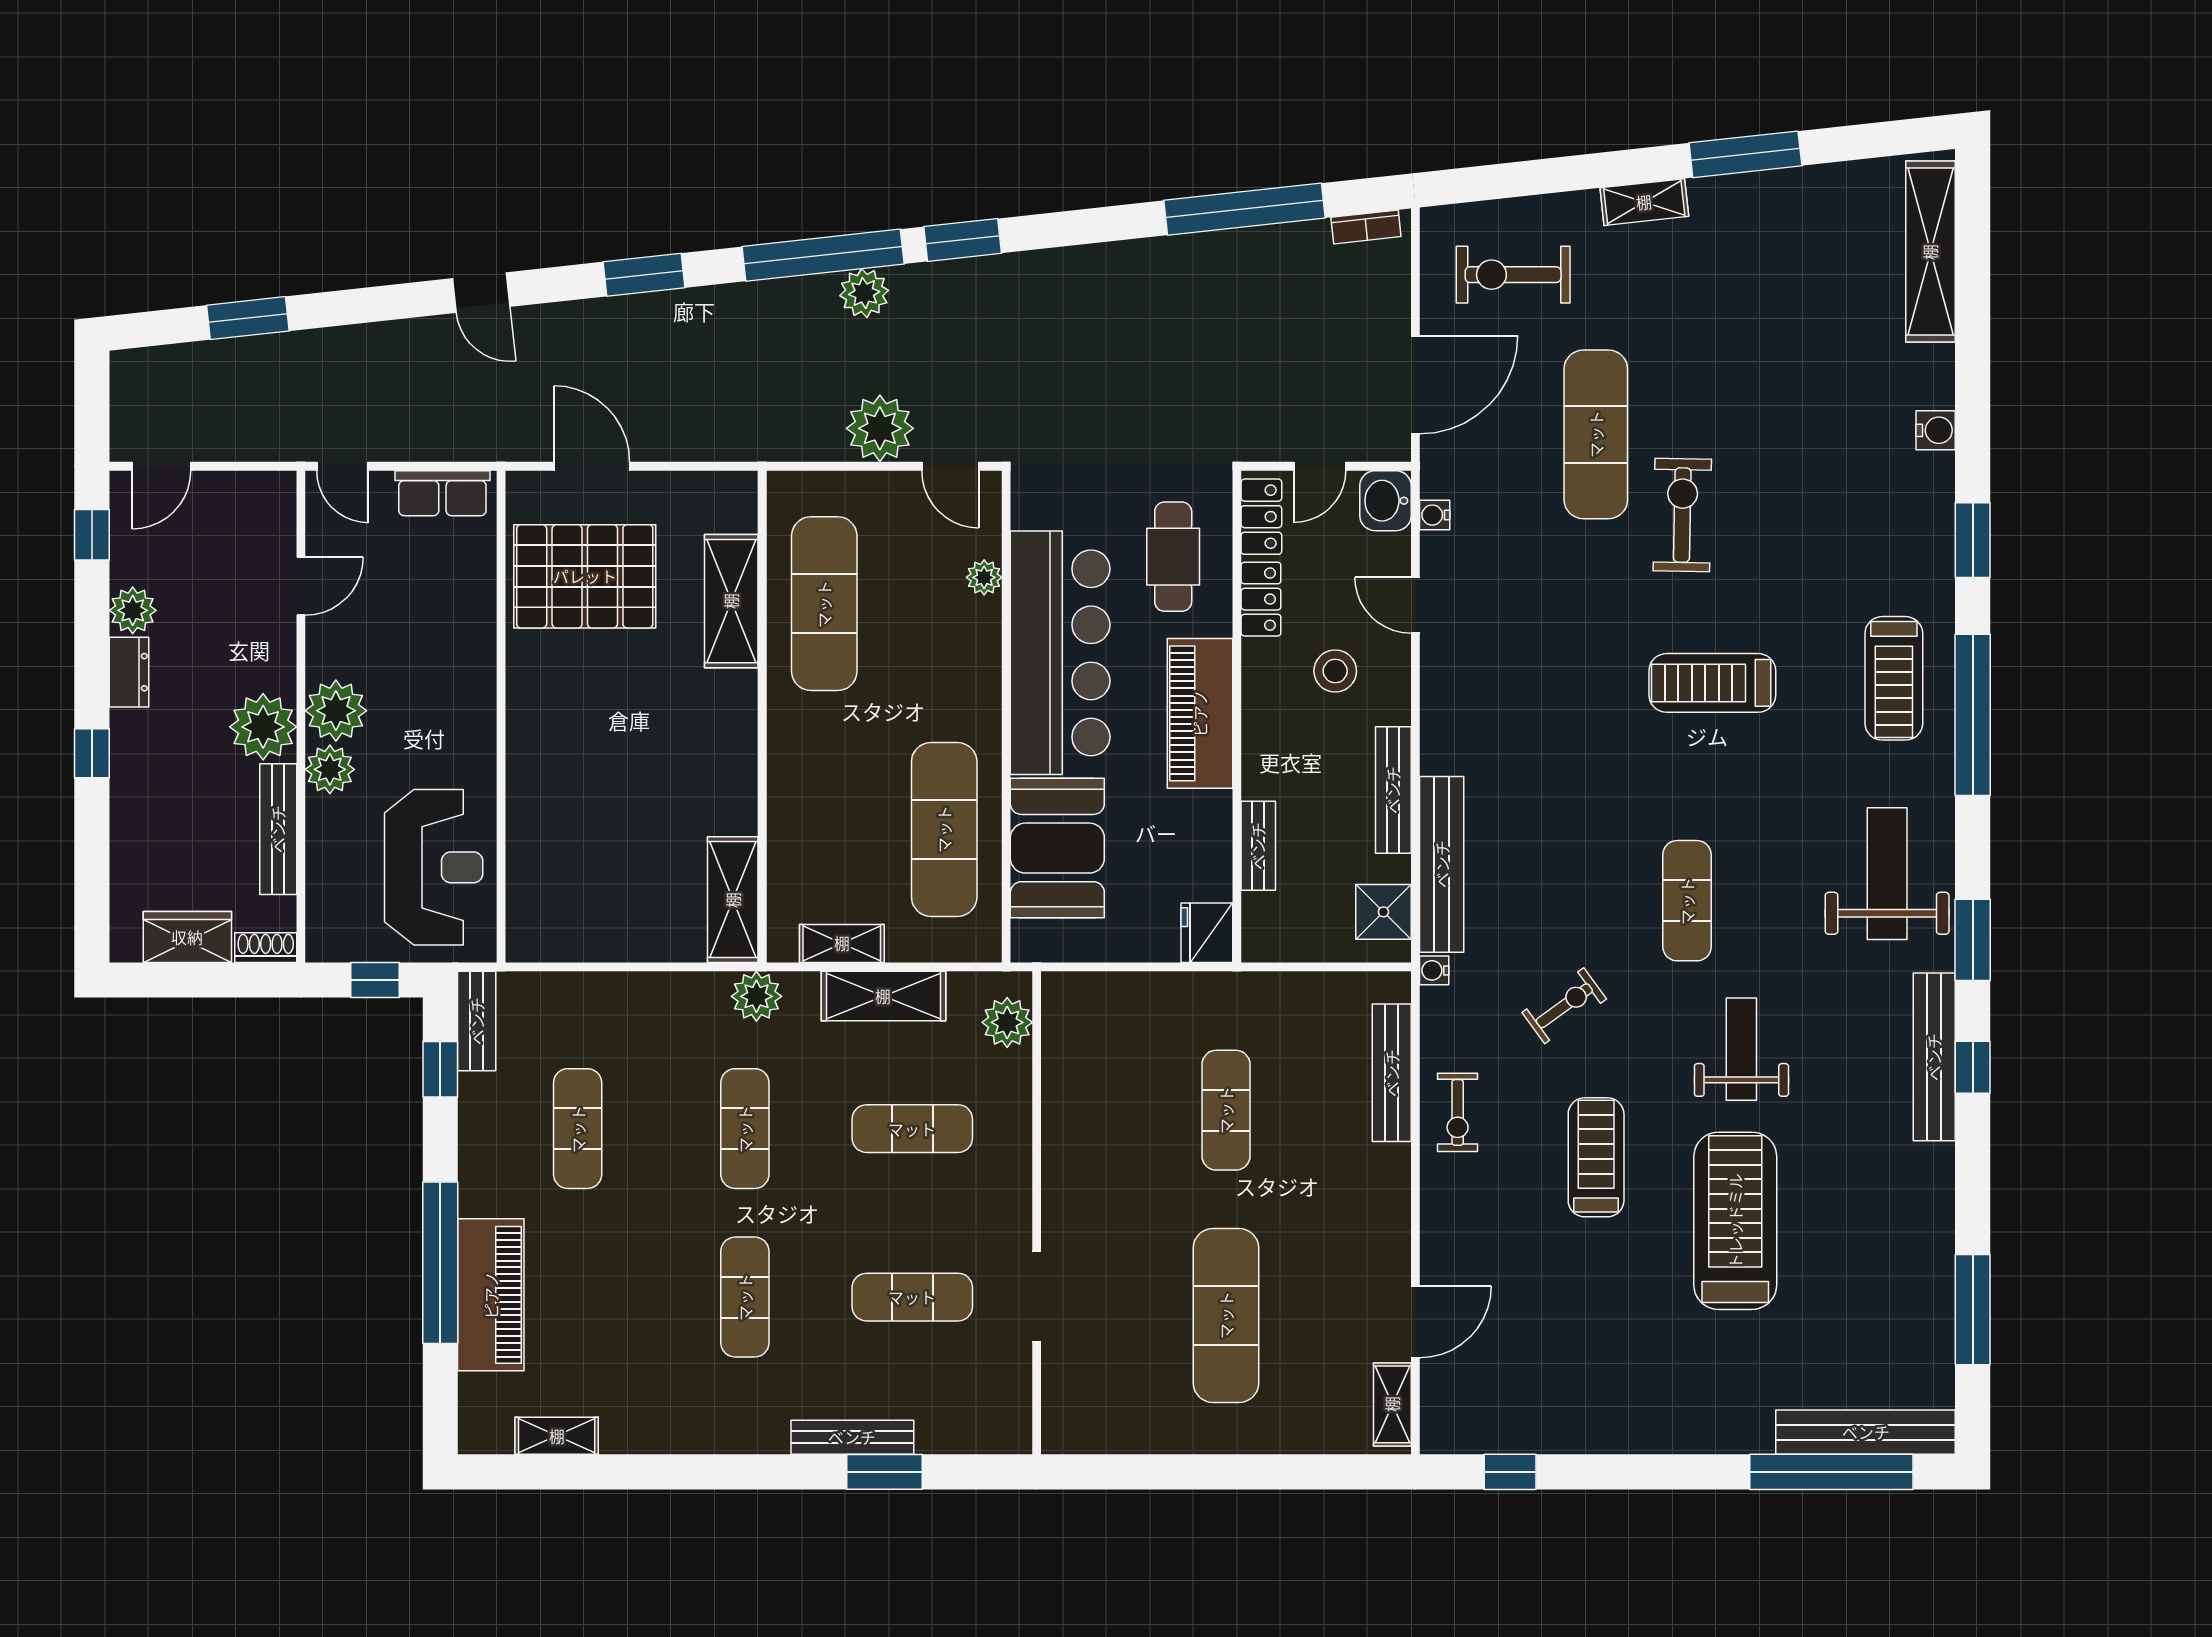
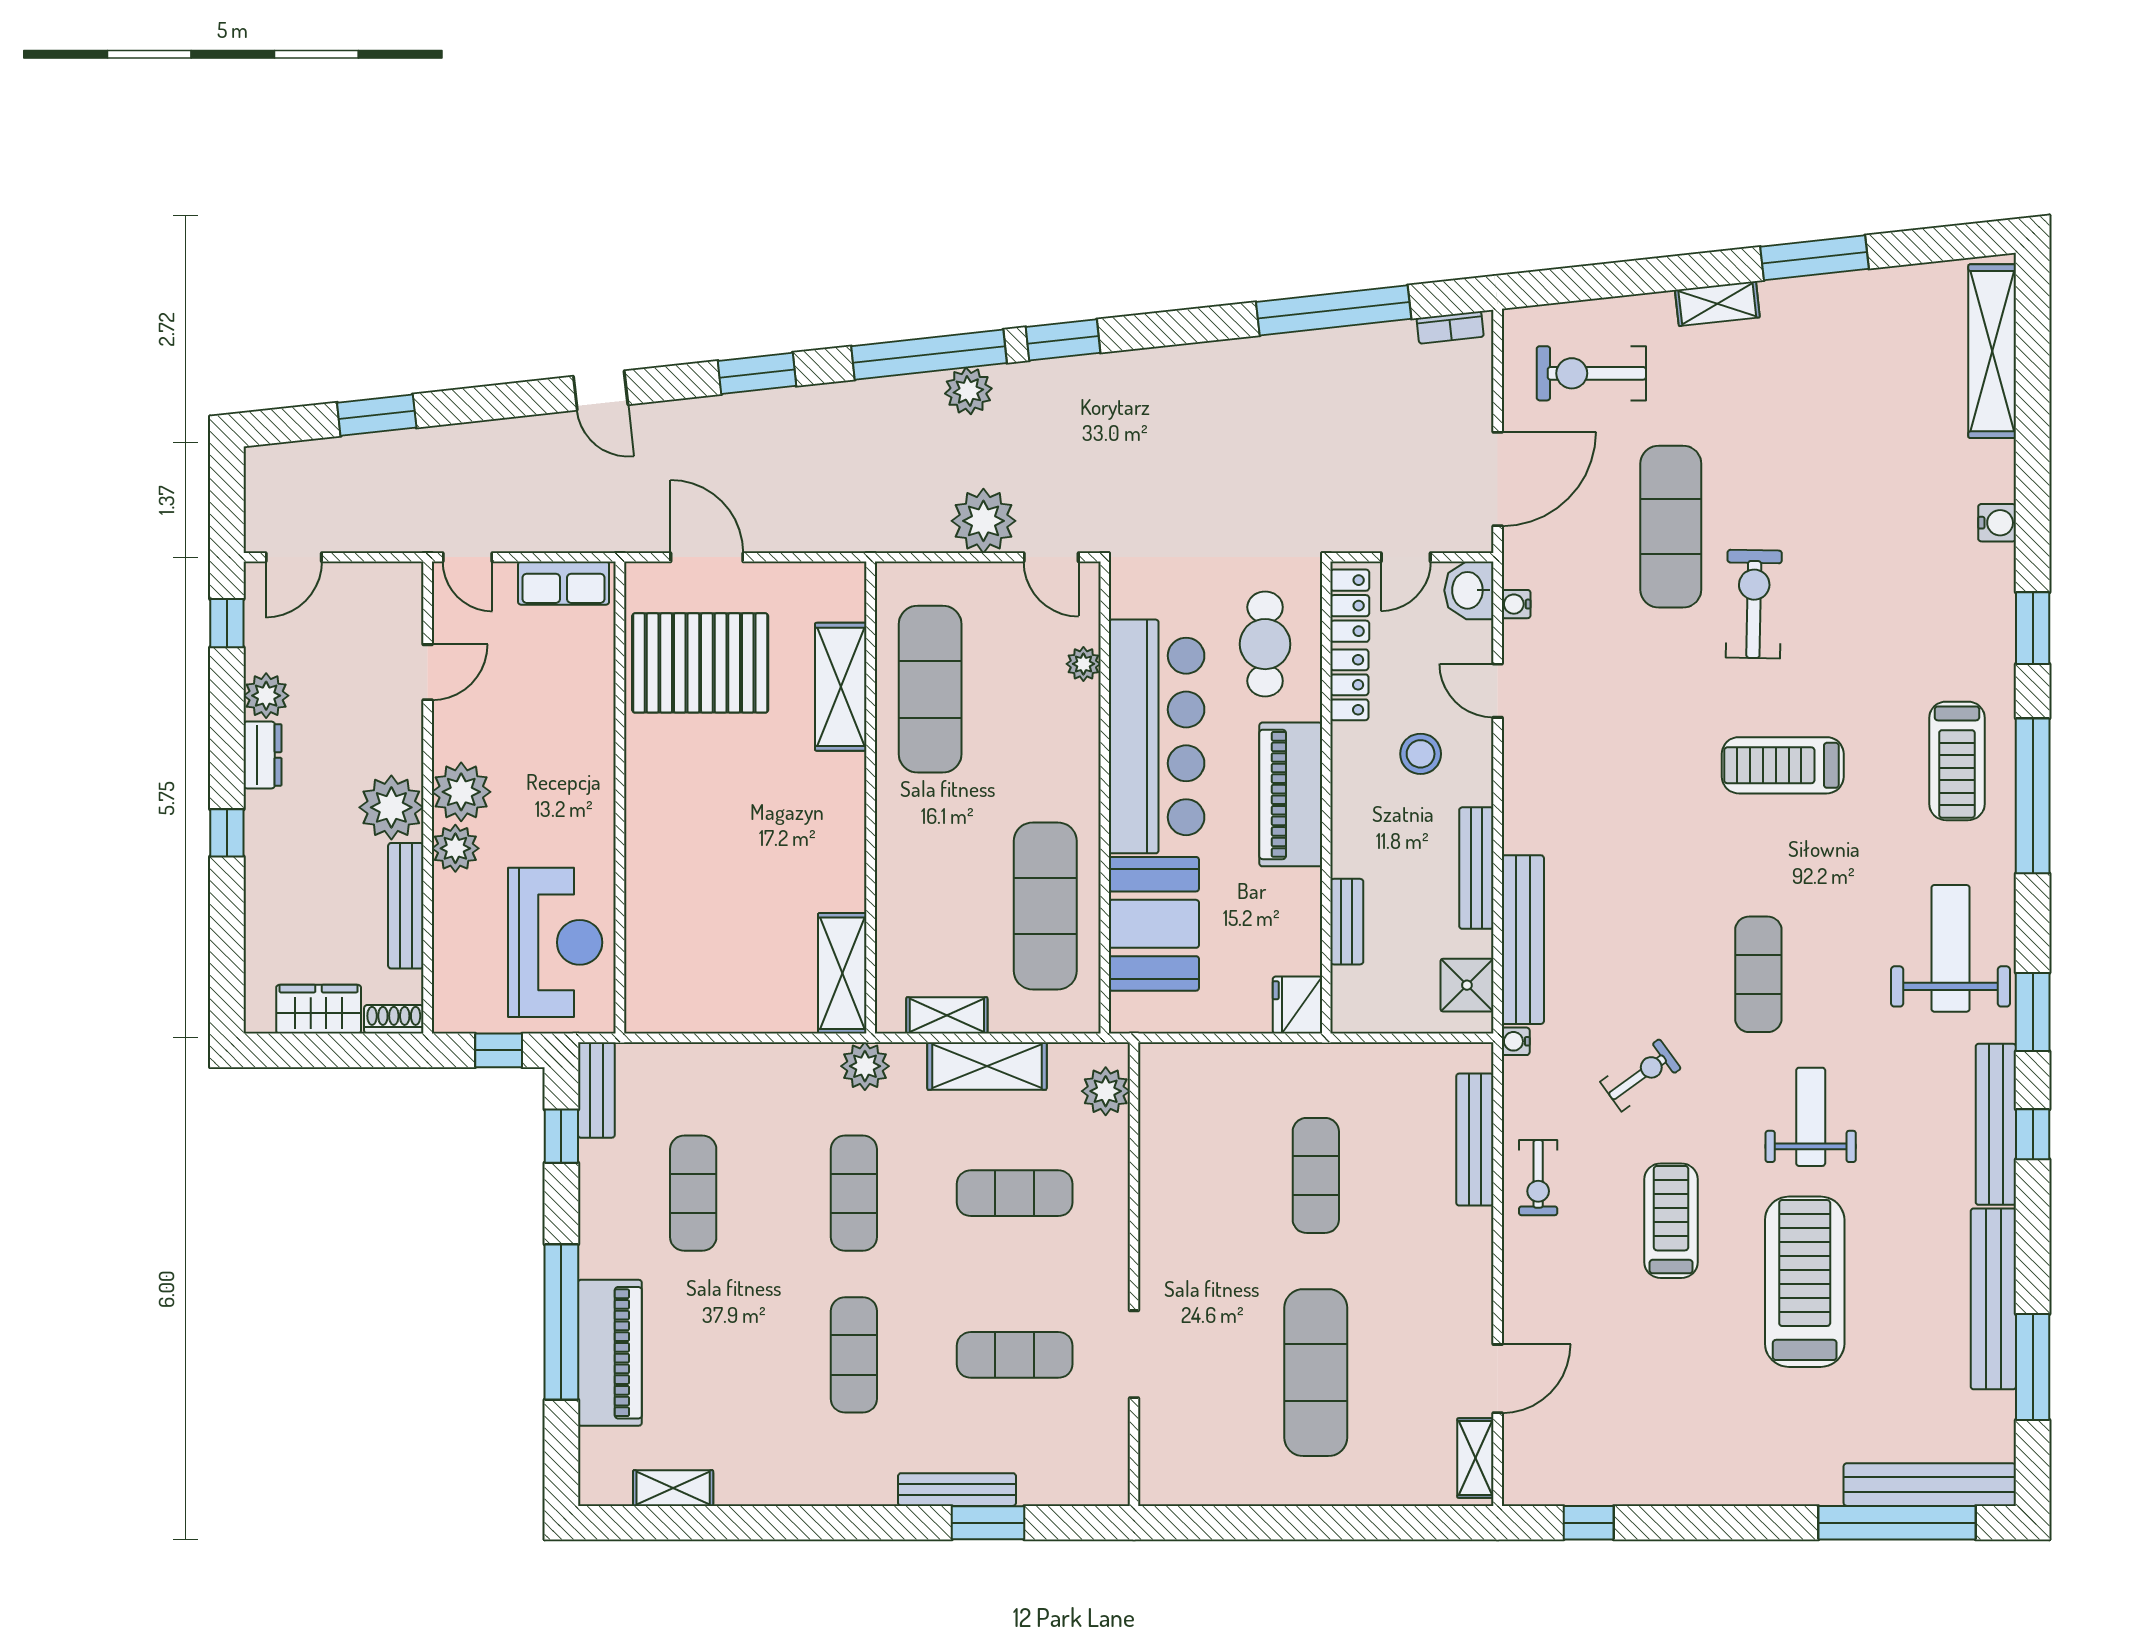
bench: (1932, 1239) -> (1993, 1299), added

